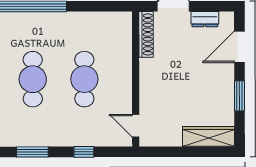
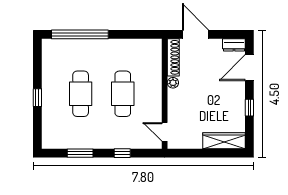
dresser: (205, 19) -> (234, 45), moved
plant: (146, 66) -> (173, 83), added
window: (240, 96) -> (249, 108), width x0.67

